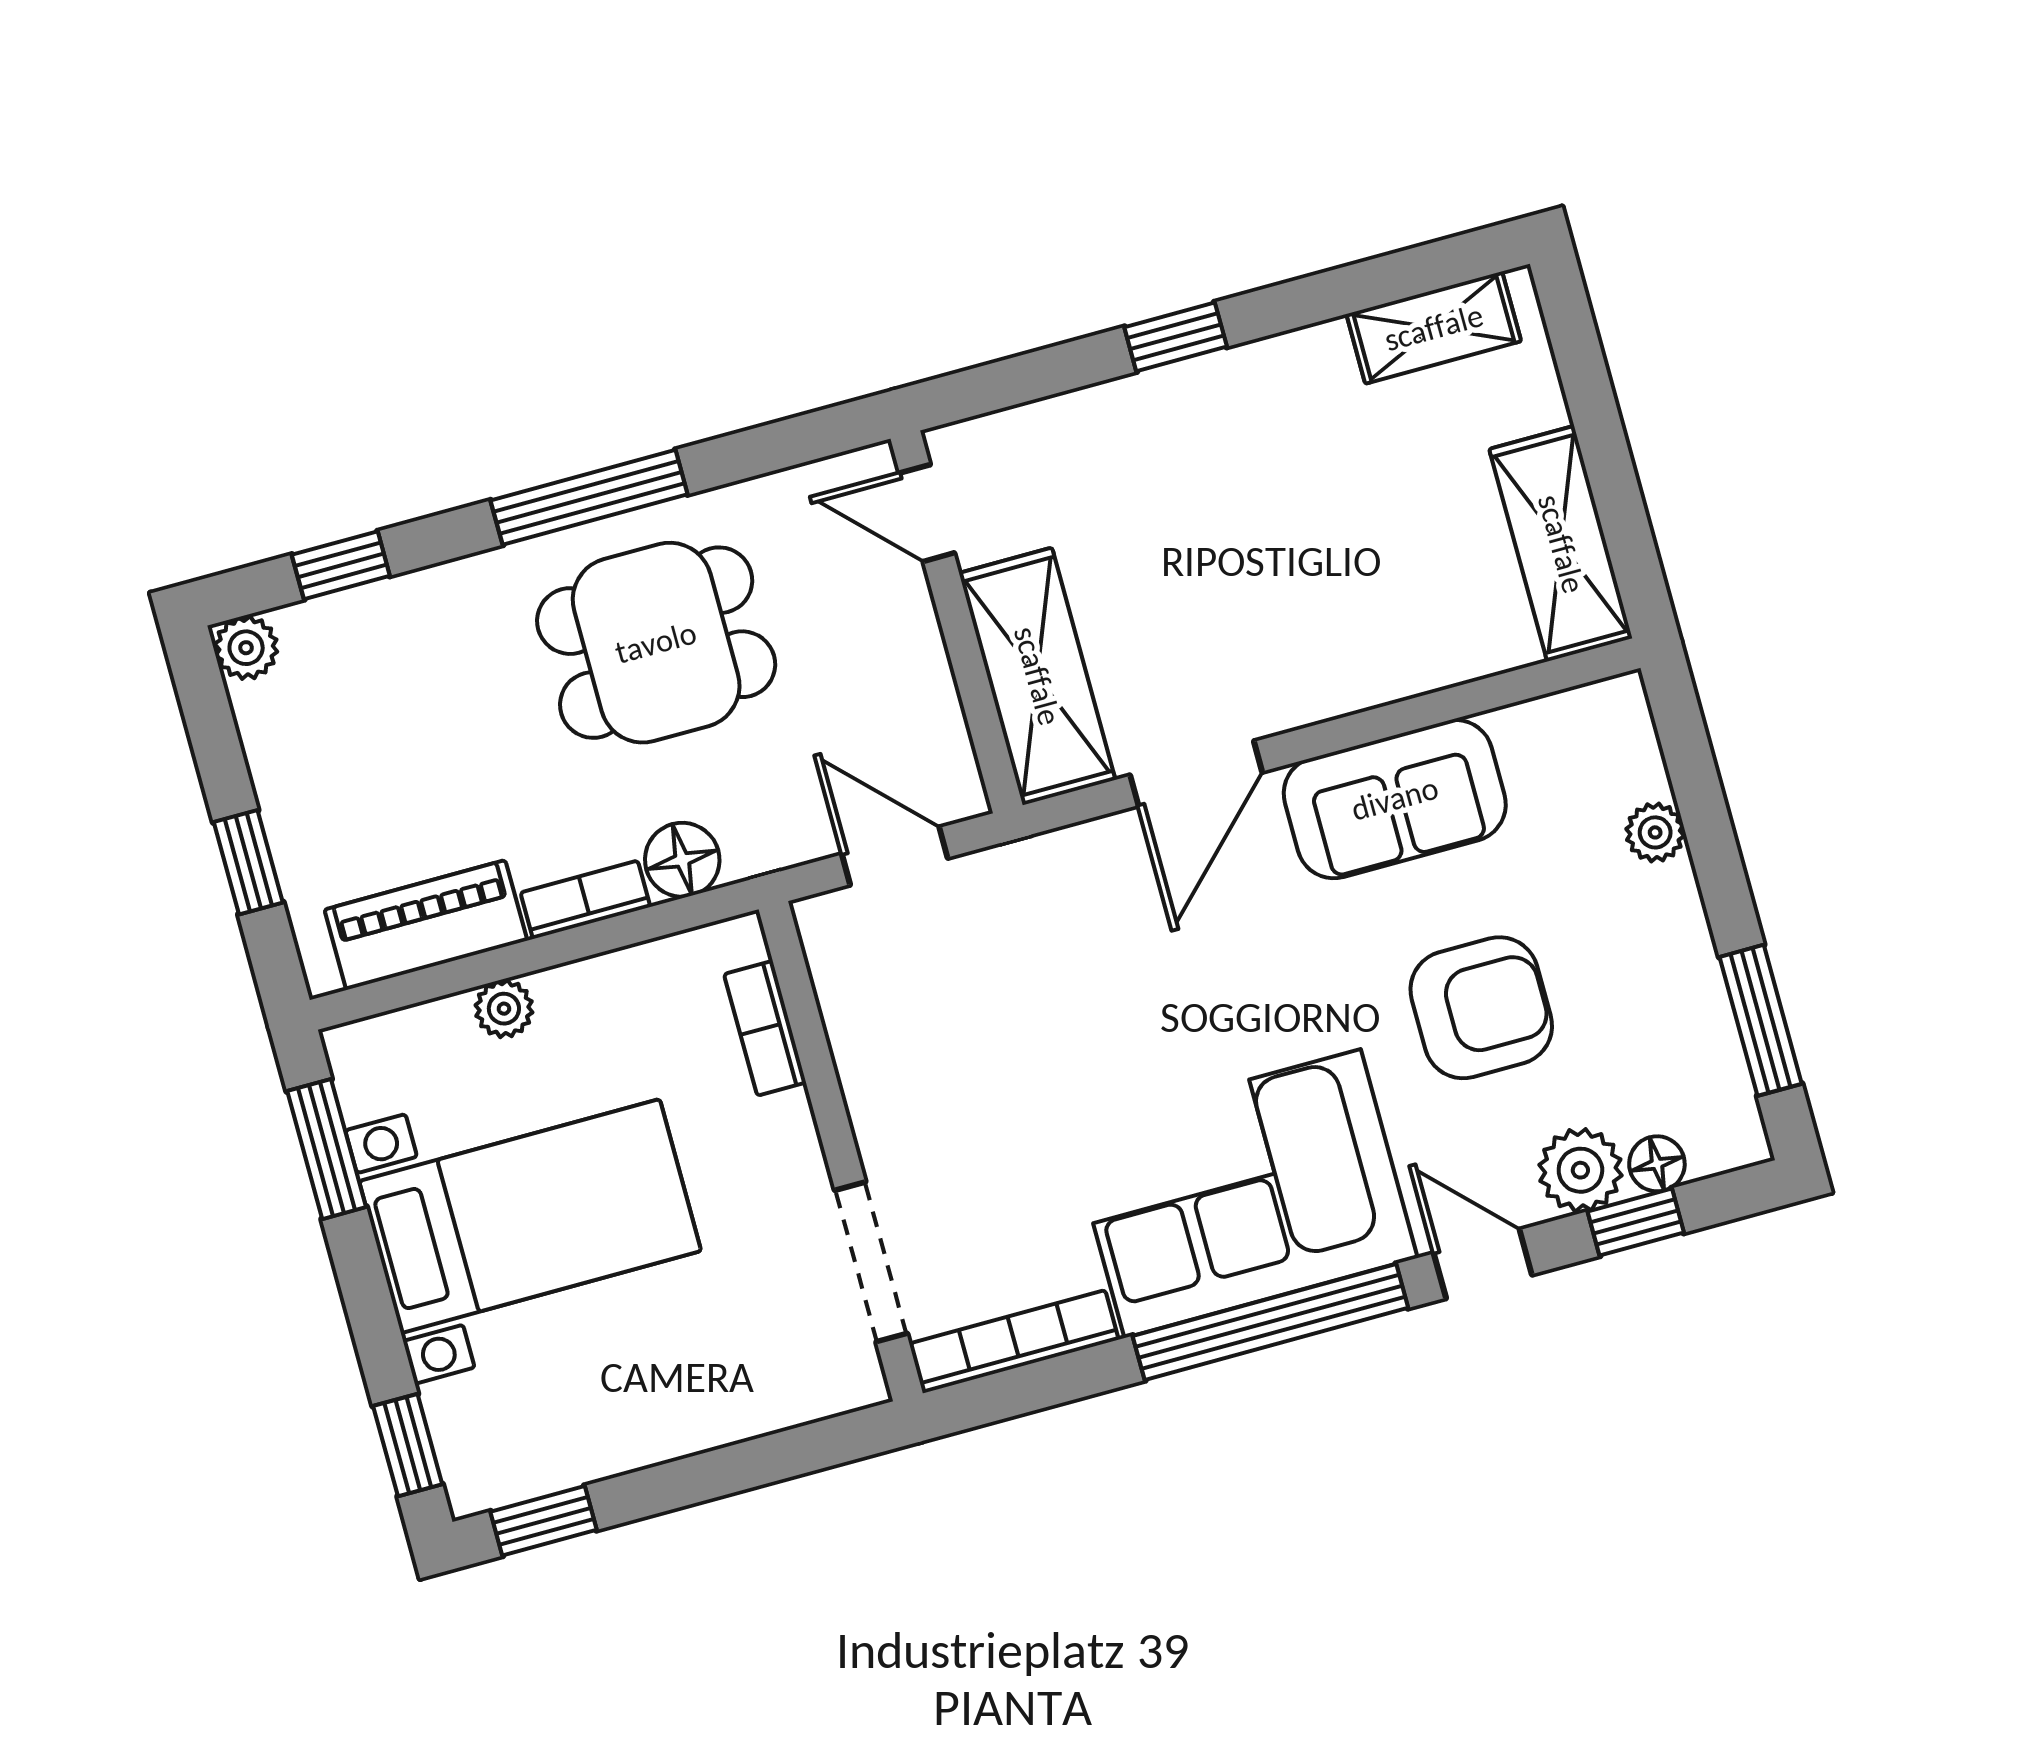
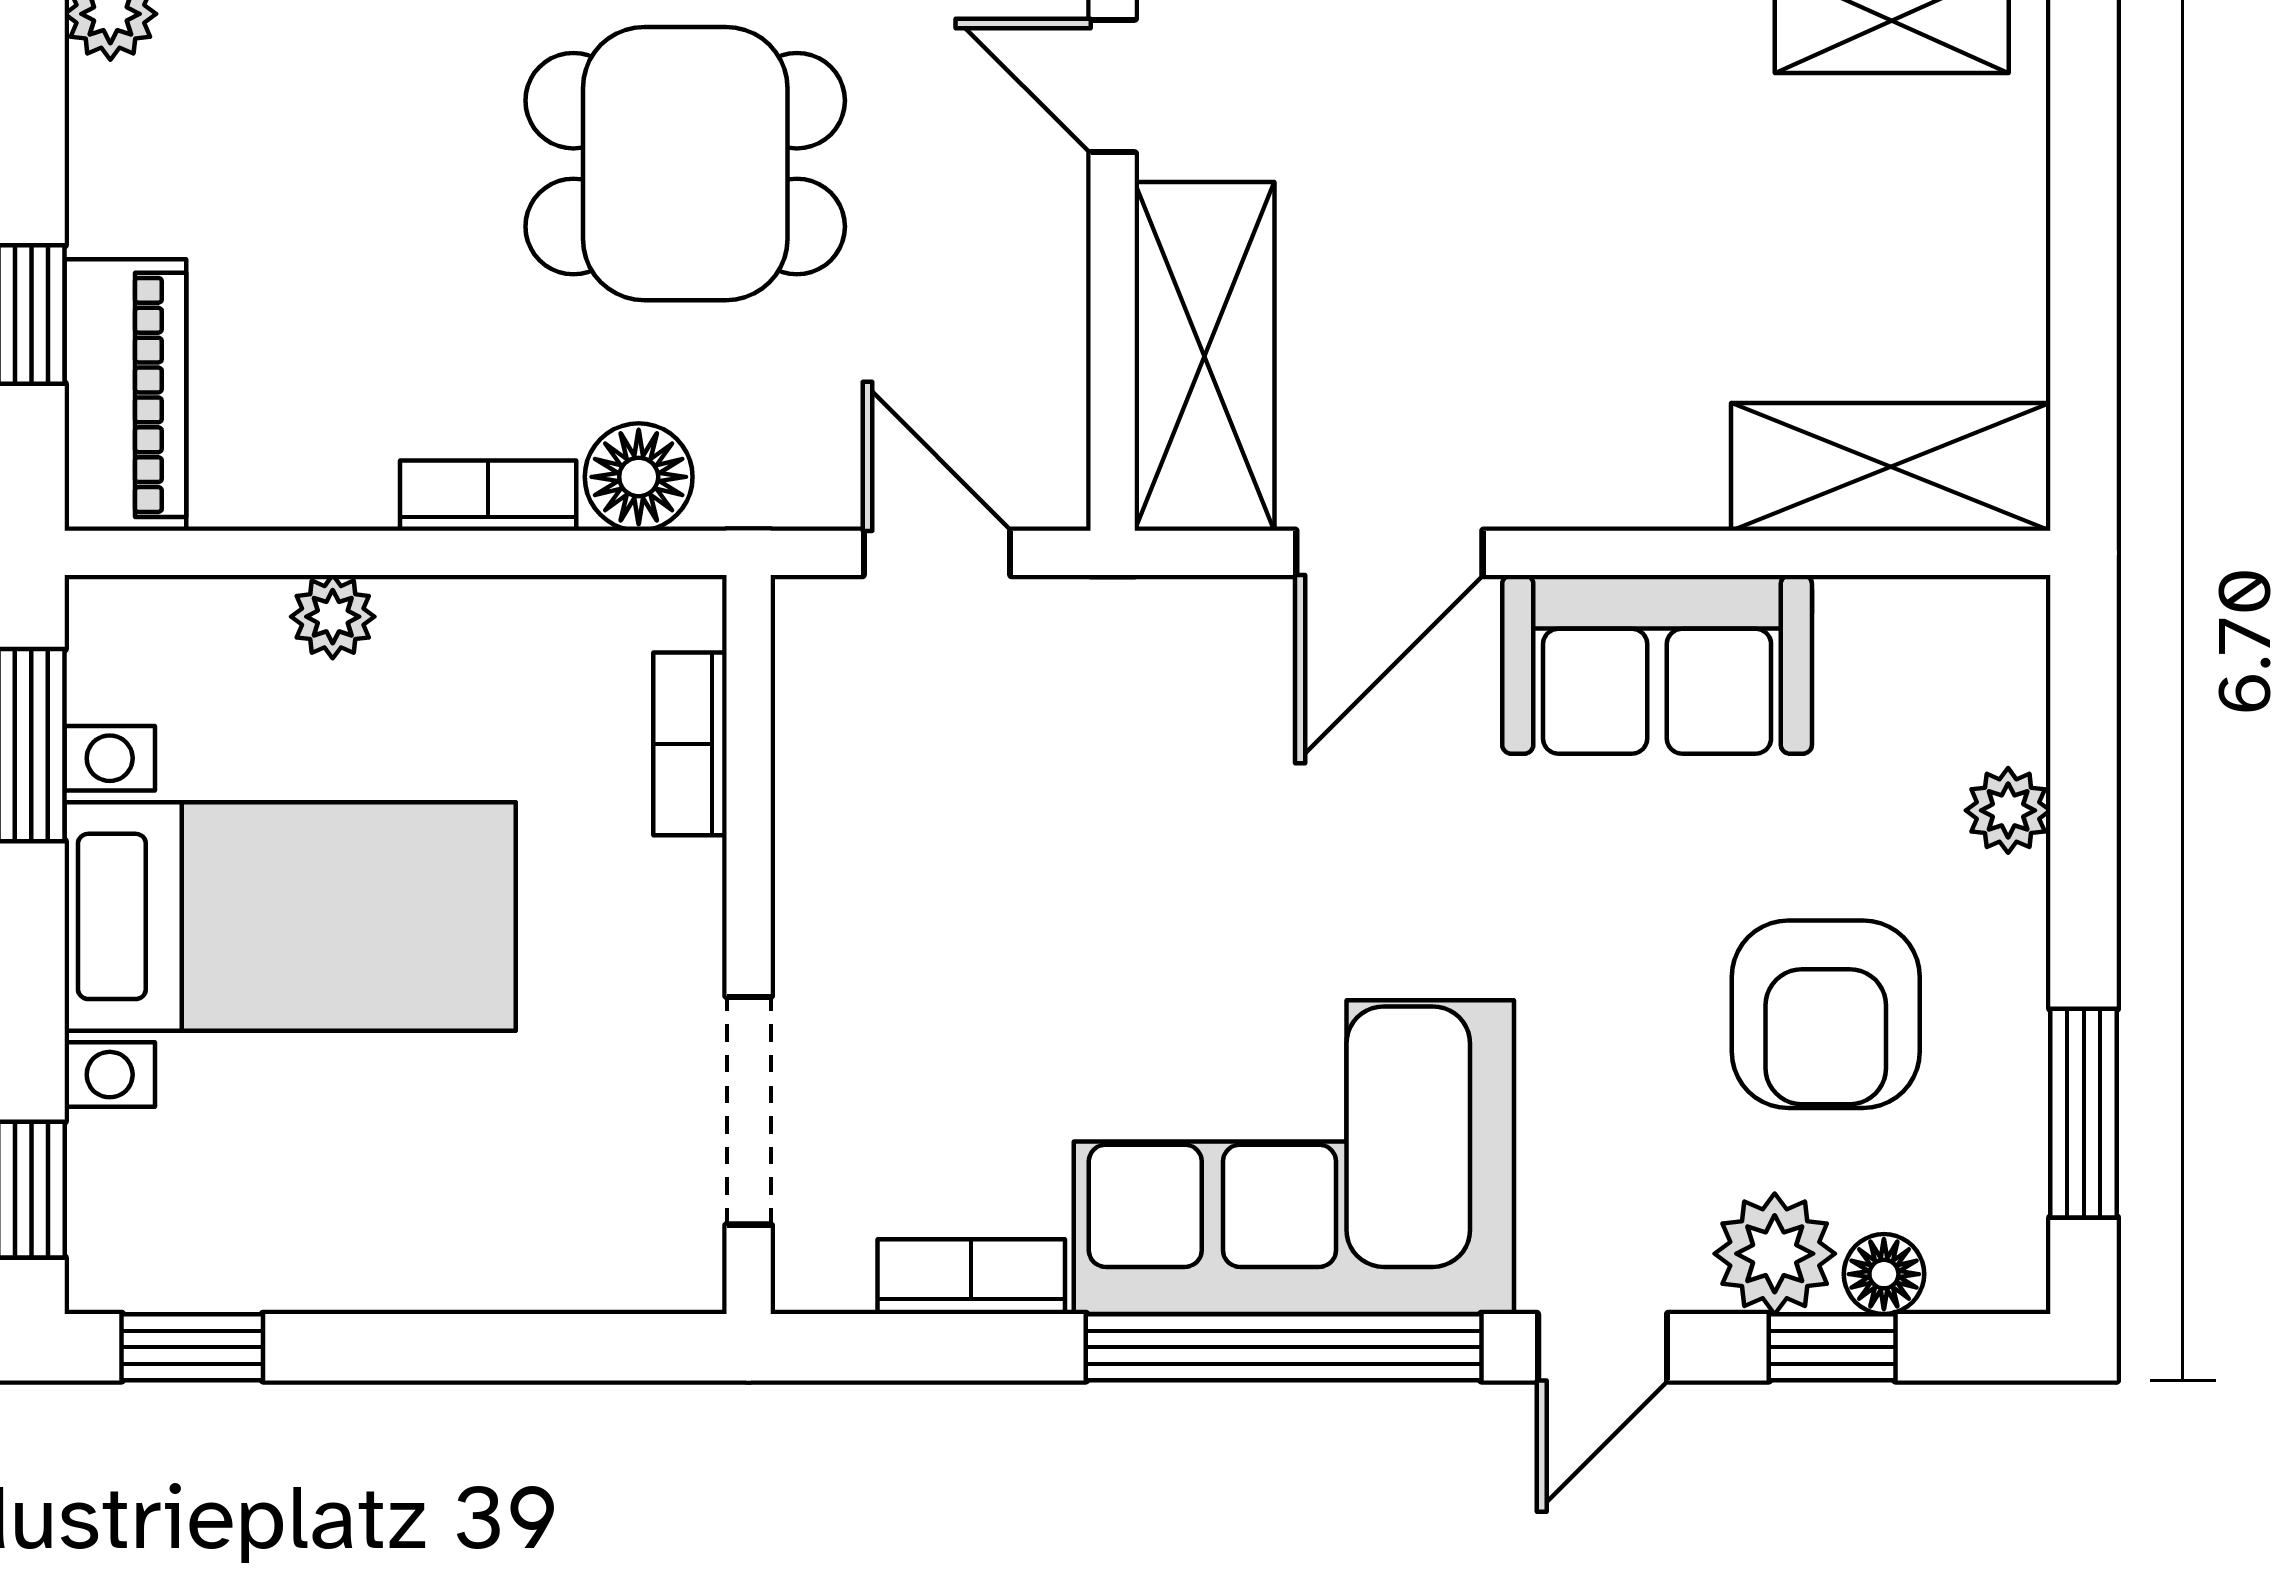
shelving: (1561, 544) -> (1891, 467), moved, turned 90
piano: (426, 925) -> (125, 395), moved, turned 90
armchair: (1481, 1008) -> (1826, 1014), moved, turned 90
door: (1483, 1264) -> (1603, 1347), swing flipped
bookcase: (1014, 1341) -> (971, 1277), width x0.64

